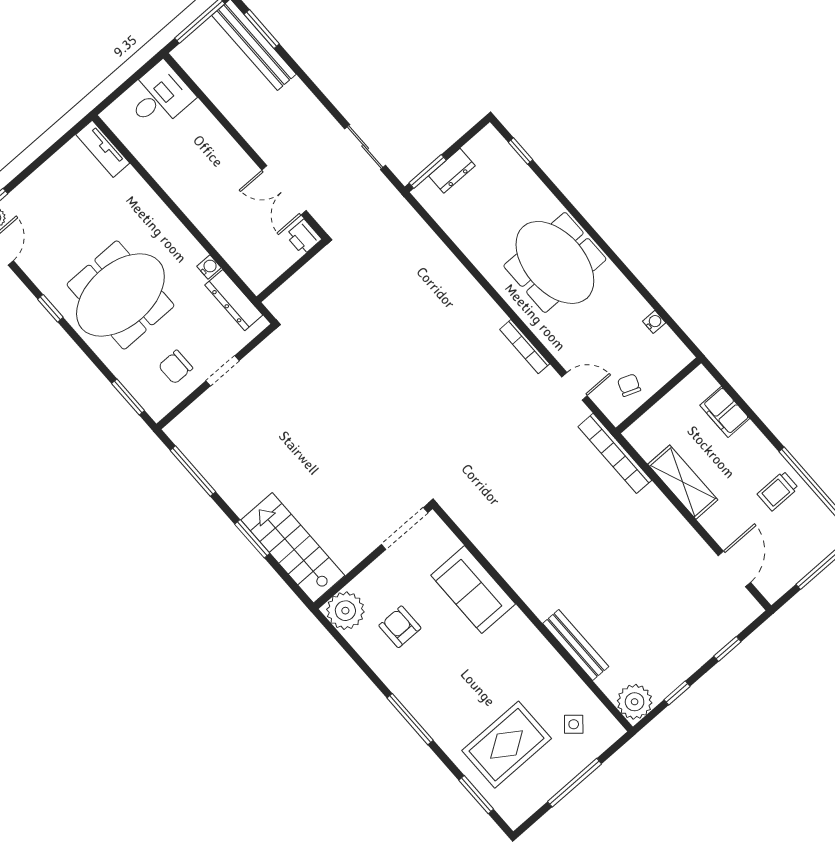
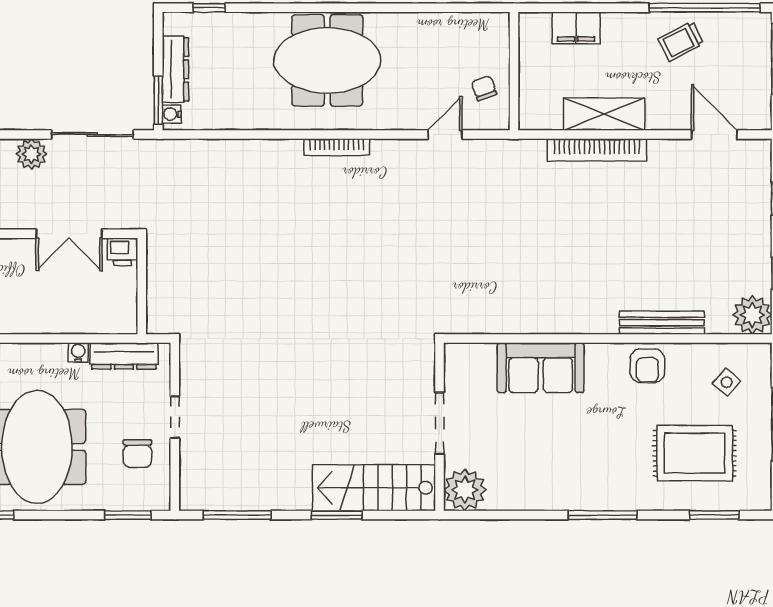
plant: (316, 117) -> (31, 154), added
sliding door: (365, 147) -> (92, 135), width x1.37
dresser: (452, 171) -> (175, 69), width x1.44
water cooler: (654, 322) -> (172, 114), moved, turned -90
bookcase: (525, 347) -> (337, 147), moved
chair: (629, 385) -> (484, 88), turned 49
bookcase: (615, 453) -> (597, 150), moved
trolley: (778, 491) -> (681, 41), turned 63
doorway: (405, 529) -> (440, 423), moved
armchair: (400, 627) -> (647, 366), moved, turned -90
rug: (507, 745) -> (695, 453), turned 90

